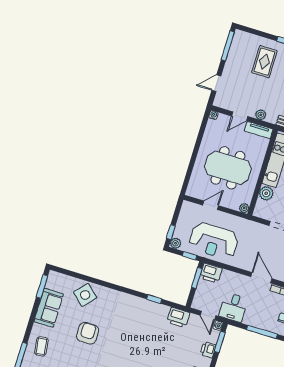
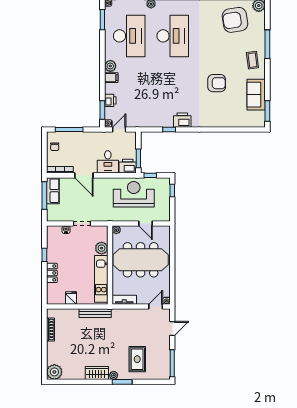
plant: (261, 115) -> (127, 313), removed
door: (240, 116) -> (156, 307), moved
meeting table: (228, 168) -> (141, 260), width x1.36
door: (211, 205) -> (146, 223), hinge flipped
plant: (175, 243) -> (165, 182), removed
side table: (85, 295) -> (229, 115), removed
desk: (233, 307) -> (108, 162), moved, turned 180
door: (208, 315) -> (119, 129), hinge flipped
printer: (178, 317) -> (182, 120), moved
armchair: (88, 333) -> (217, 83), turned -90

